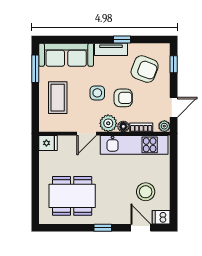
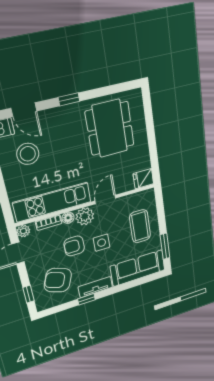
dining table: (72, 196) -> (110, 128), turned 90

